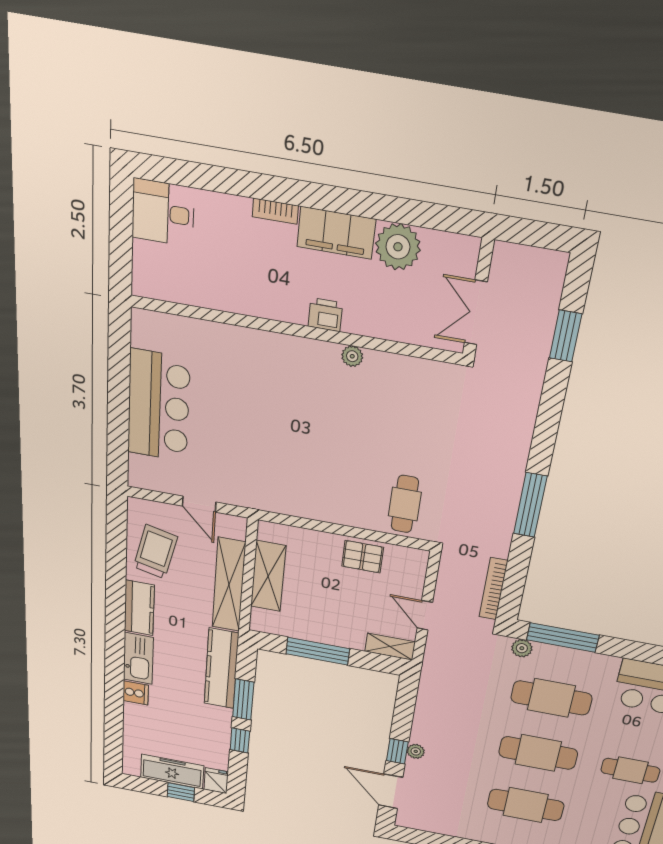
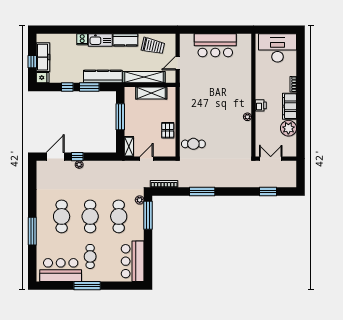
desk: (163, 213) -> (277, 48), width x1.87, depth x1.30

